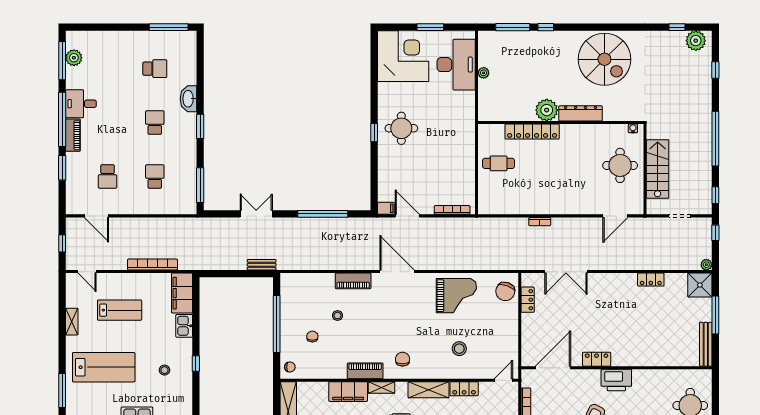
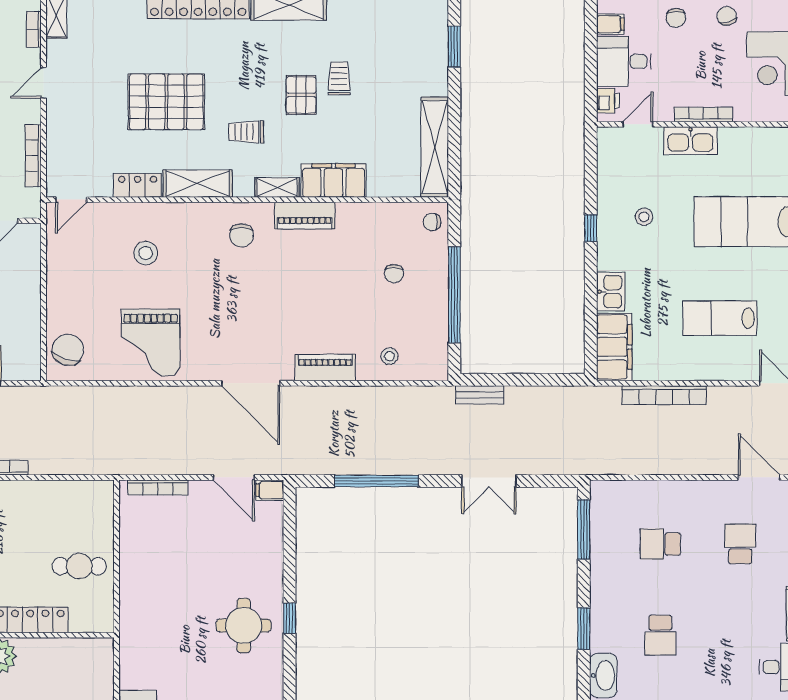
school desk: (155, 177) -> (660, 544), turned 90
grand piano: (456, 296) -> (151, 343), turned -90
locker: (528, 300) -> (30, 336), removed
stool: (338, 316) -> (389, 356), moved

